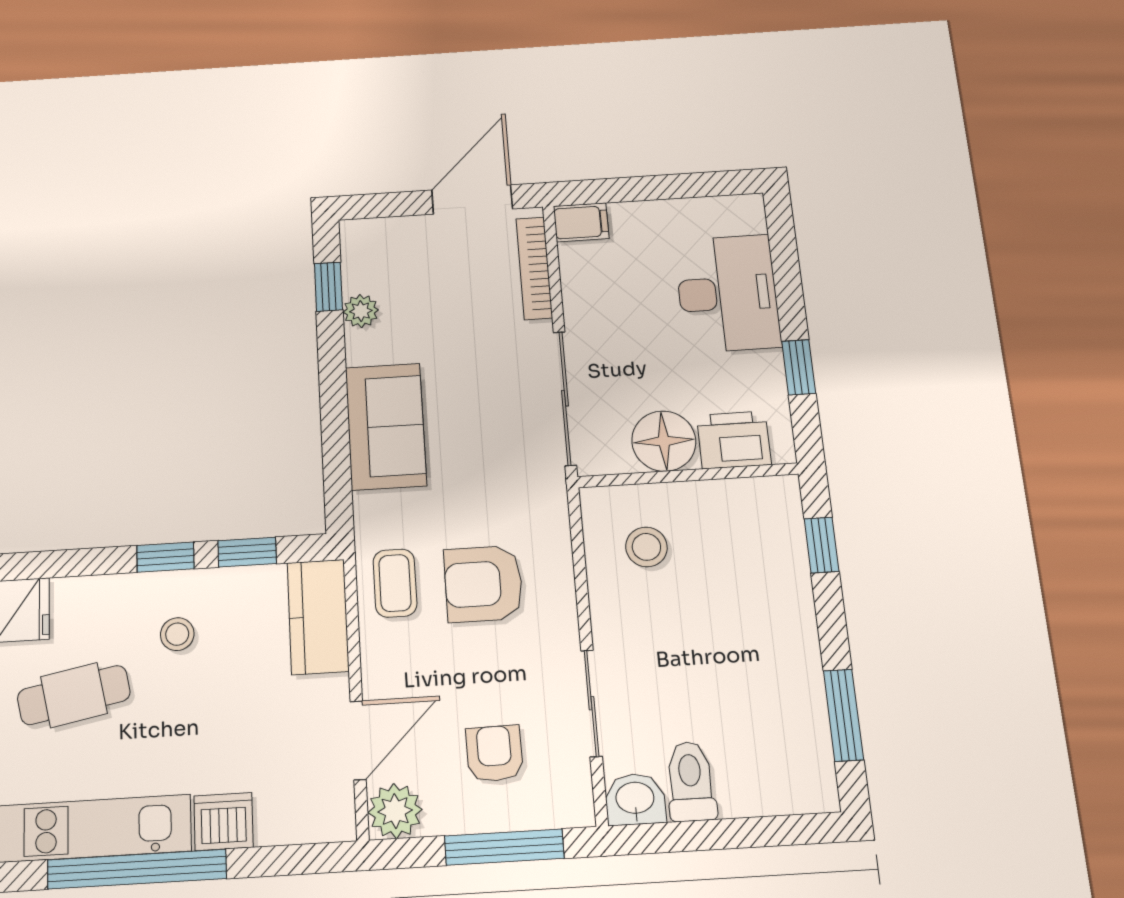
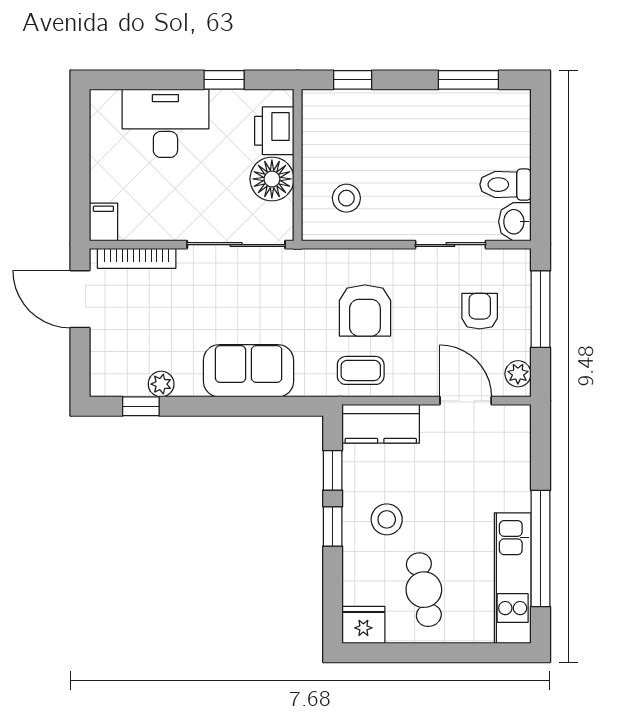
stool: (177, 634) -> (387, 519), width x1.37, depth x1.37
armchair: (494, 753) -> (480, 311), turned 91
plant: (395, 811) -> (518, 374), width x0.73, depth x0.73
dishwasher: (224, 822) -> (513, 491), removed

